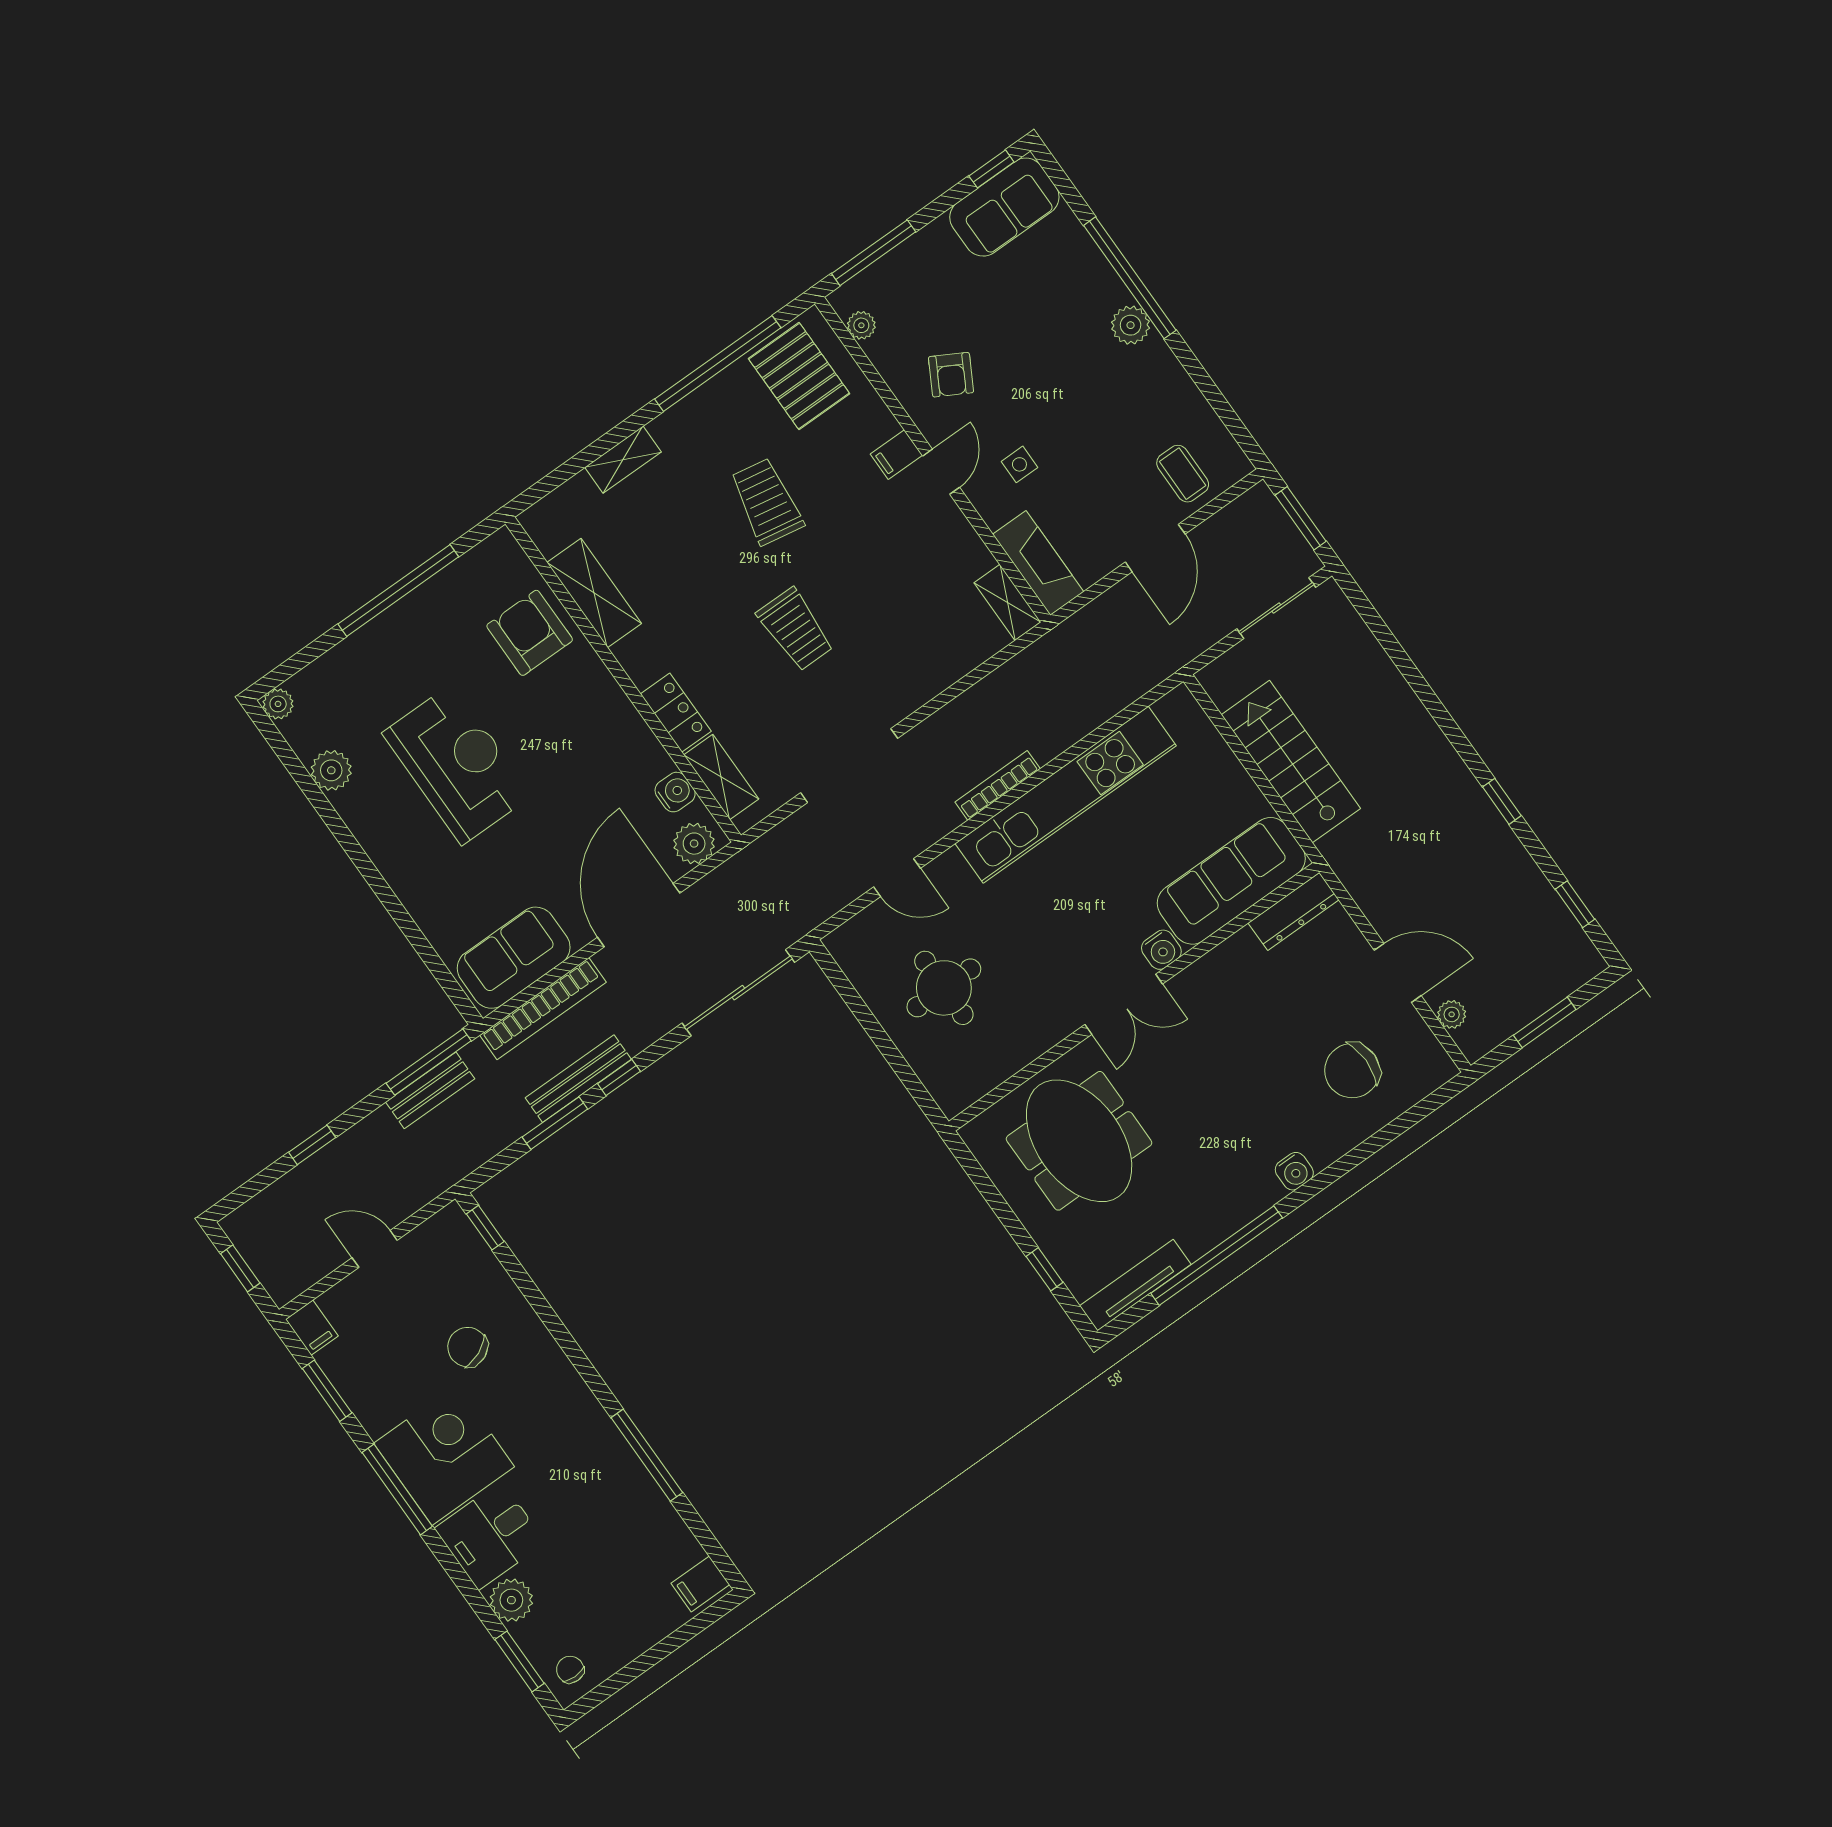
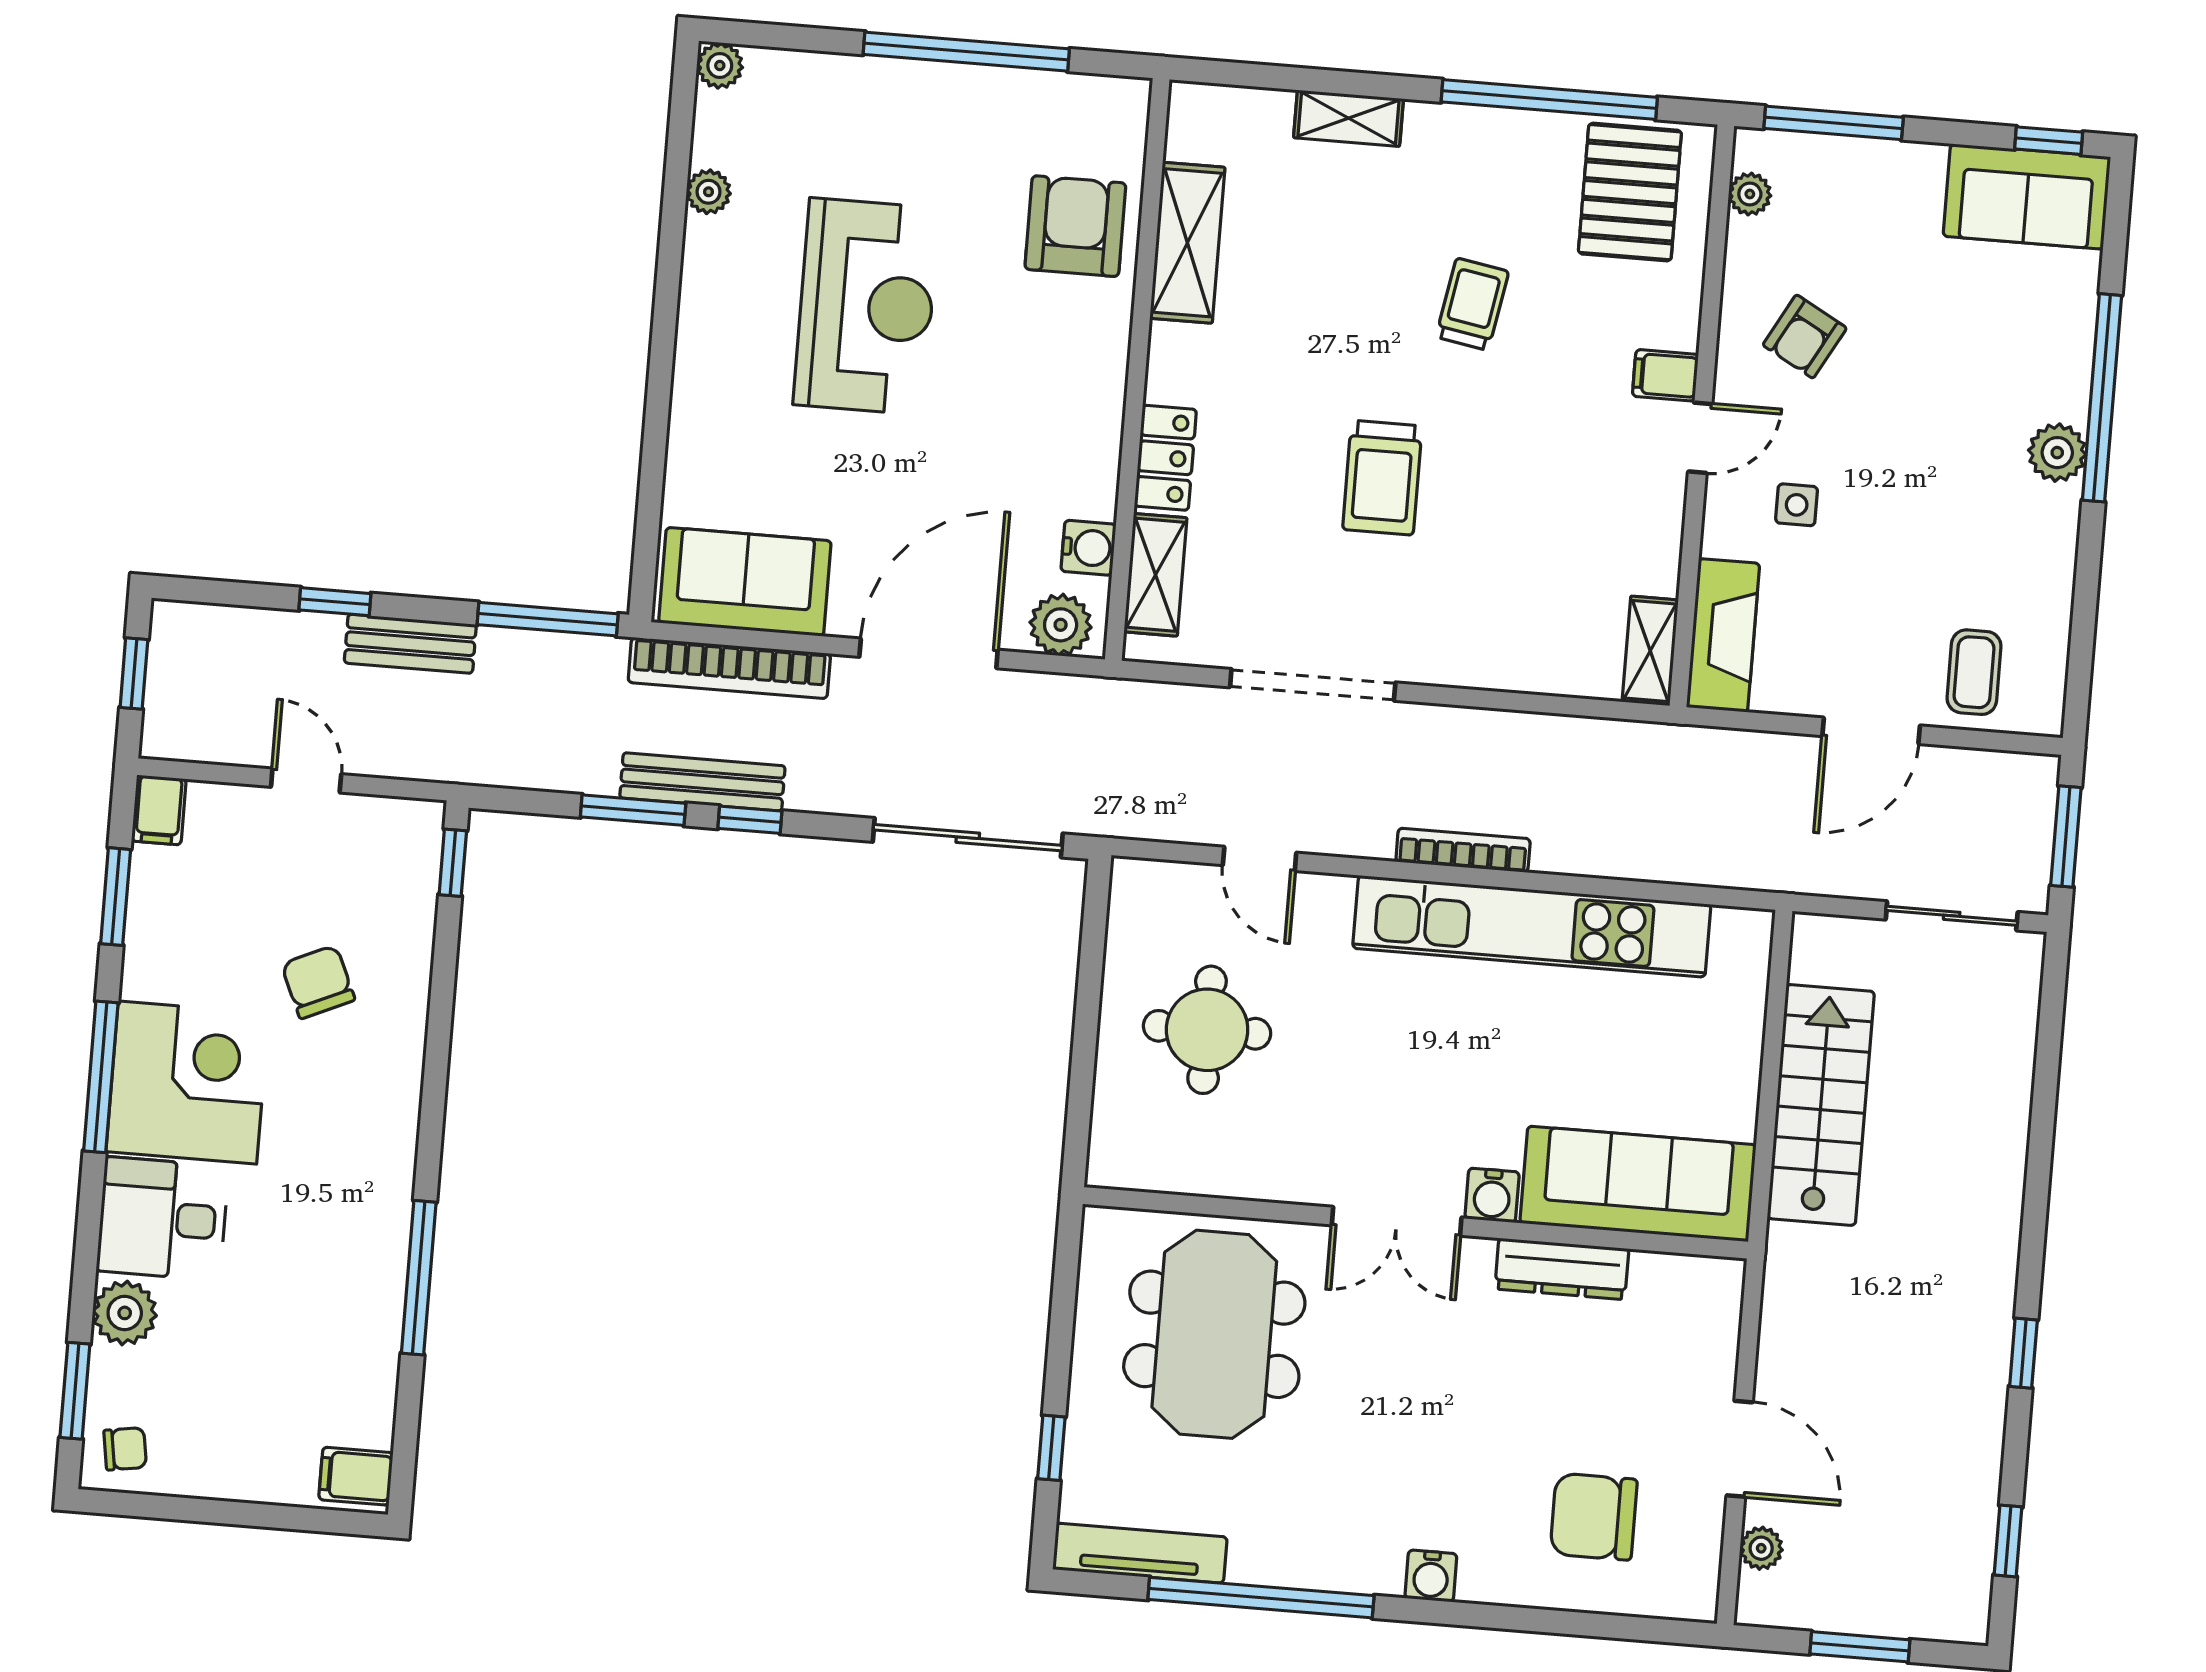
trolley: (767, 502) -> (1472, 304), width x0.73, depth x0.72
plant: (331, 770) -> (709, 192), width x0.73, depth x0.73
dresser: (1294, 911) -> (1562, 1269), moved
bench: (430, 1090) -> (410, 644), moved
chair: (570, 1670) -> (125, 1449), turned 81

